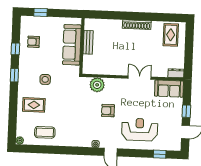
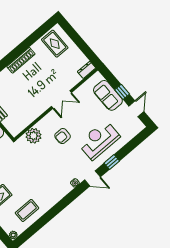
double door: (140, 78) -> (61, 100), swing flipped
sofa: (169, 89) -> (108, 95), moved, turned 90
armchair: (108, 111) -> (63, 136), moved
window: (160, 154) -> (112, 162), moved

